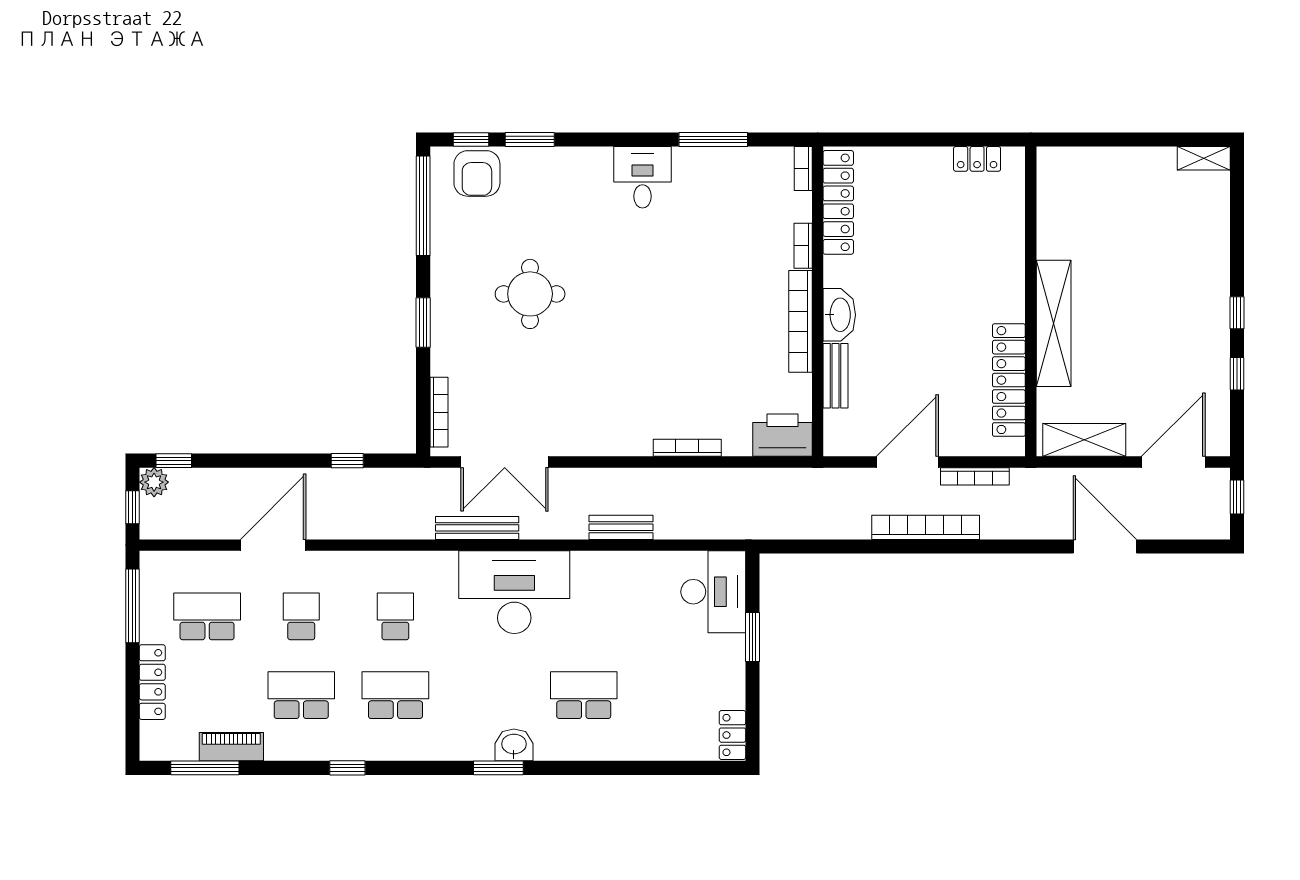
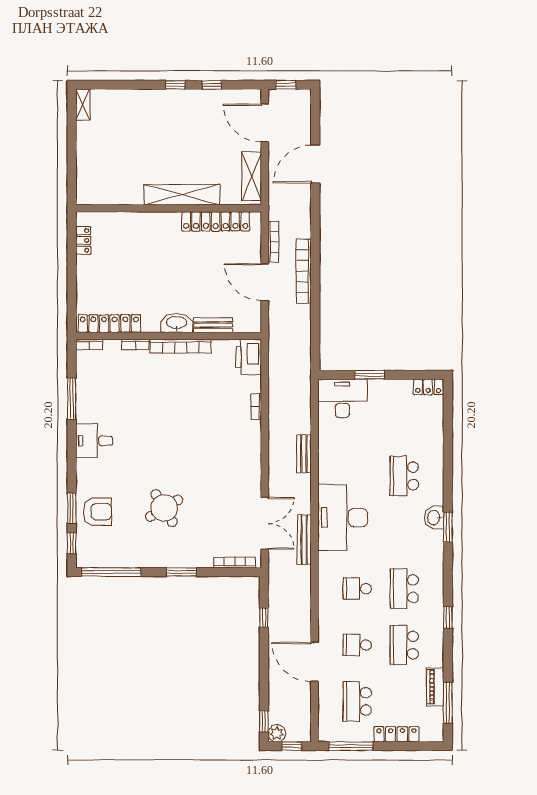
armchair: (477, 173) -> (97, 512), moved
round table: (530, 294) -> (164, 508), turned -31
bookcase: (687, 448) -> (256, 407), width x0.64

